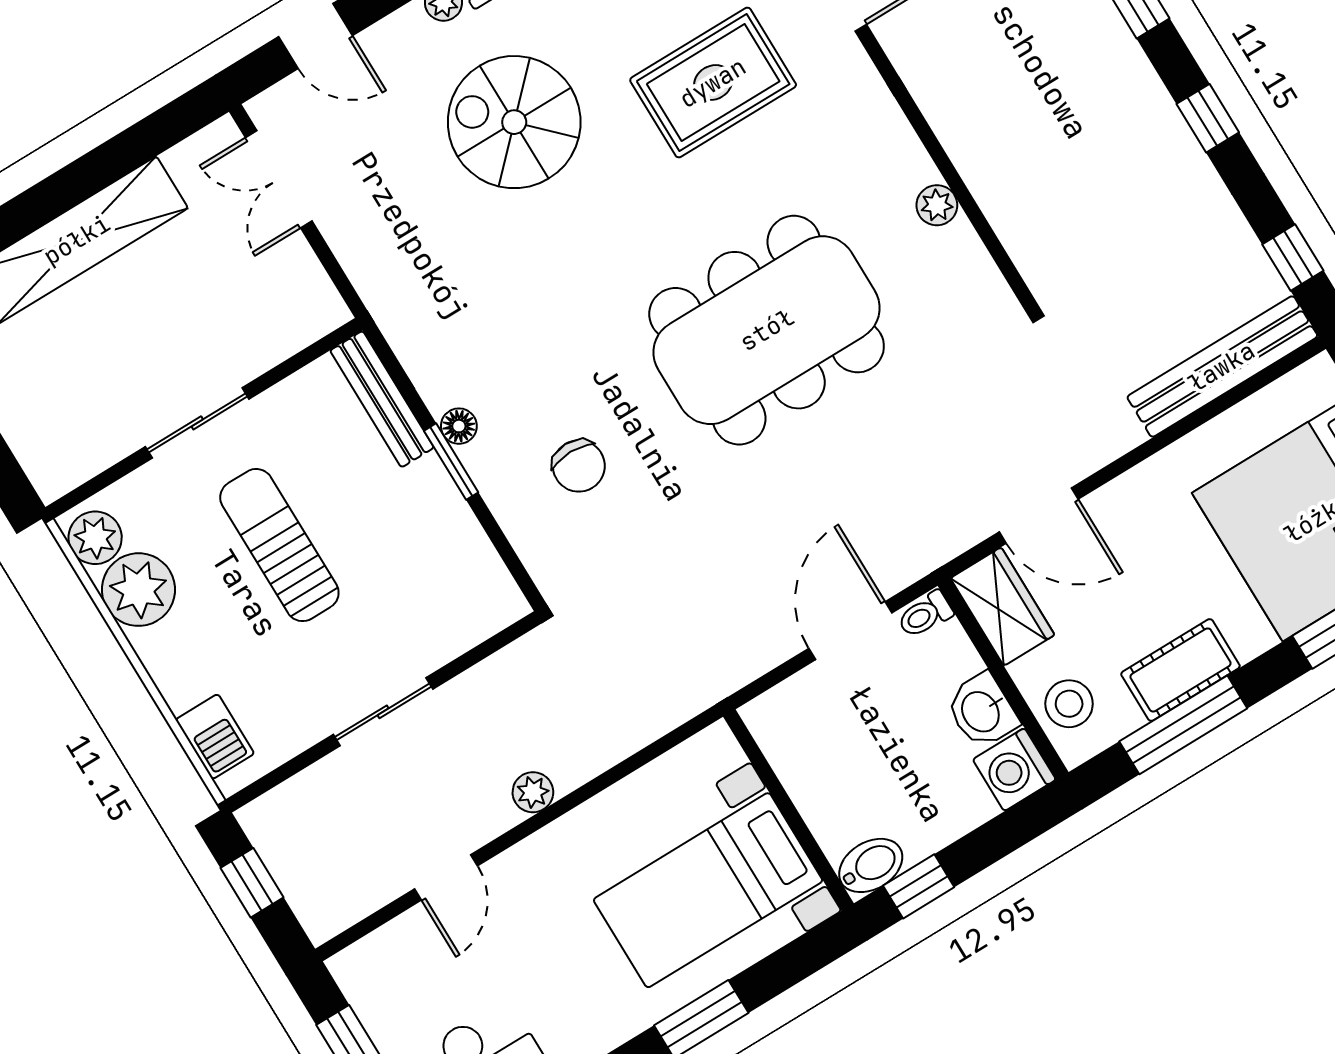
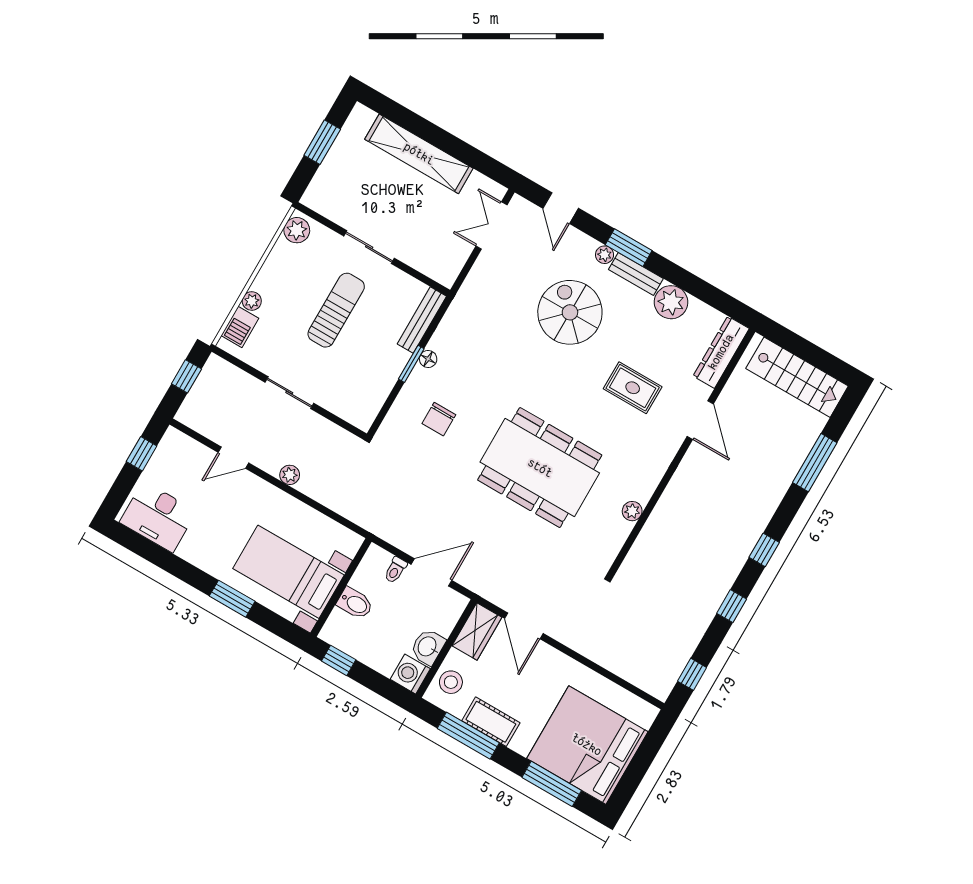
rug: (713, 83) -> (633, 388), width x0.73, depth x0.70
bench: (1222, 367) -> (629, 670), removed
plant: (138, 590) -> (252, 301), moved, width x0.53, depth x0.53
toilet: (925, 615) -> (395, 570), moved, turned -90
bidet: (871, 865) -> (355, 603), moved

